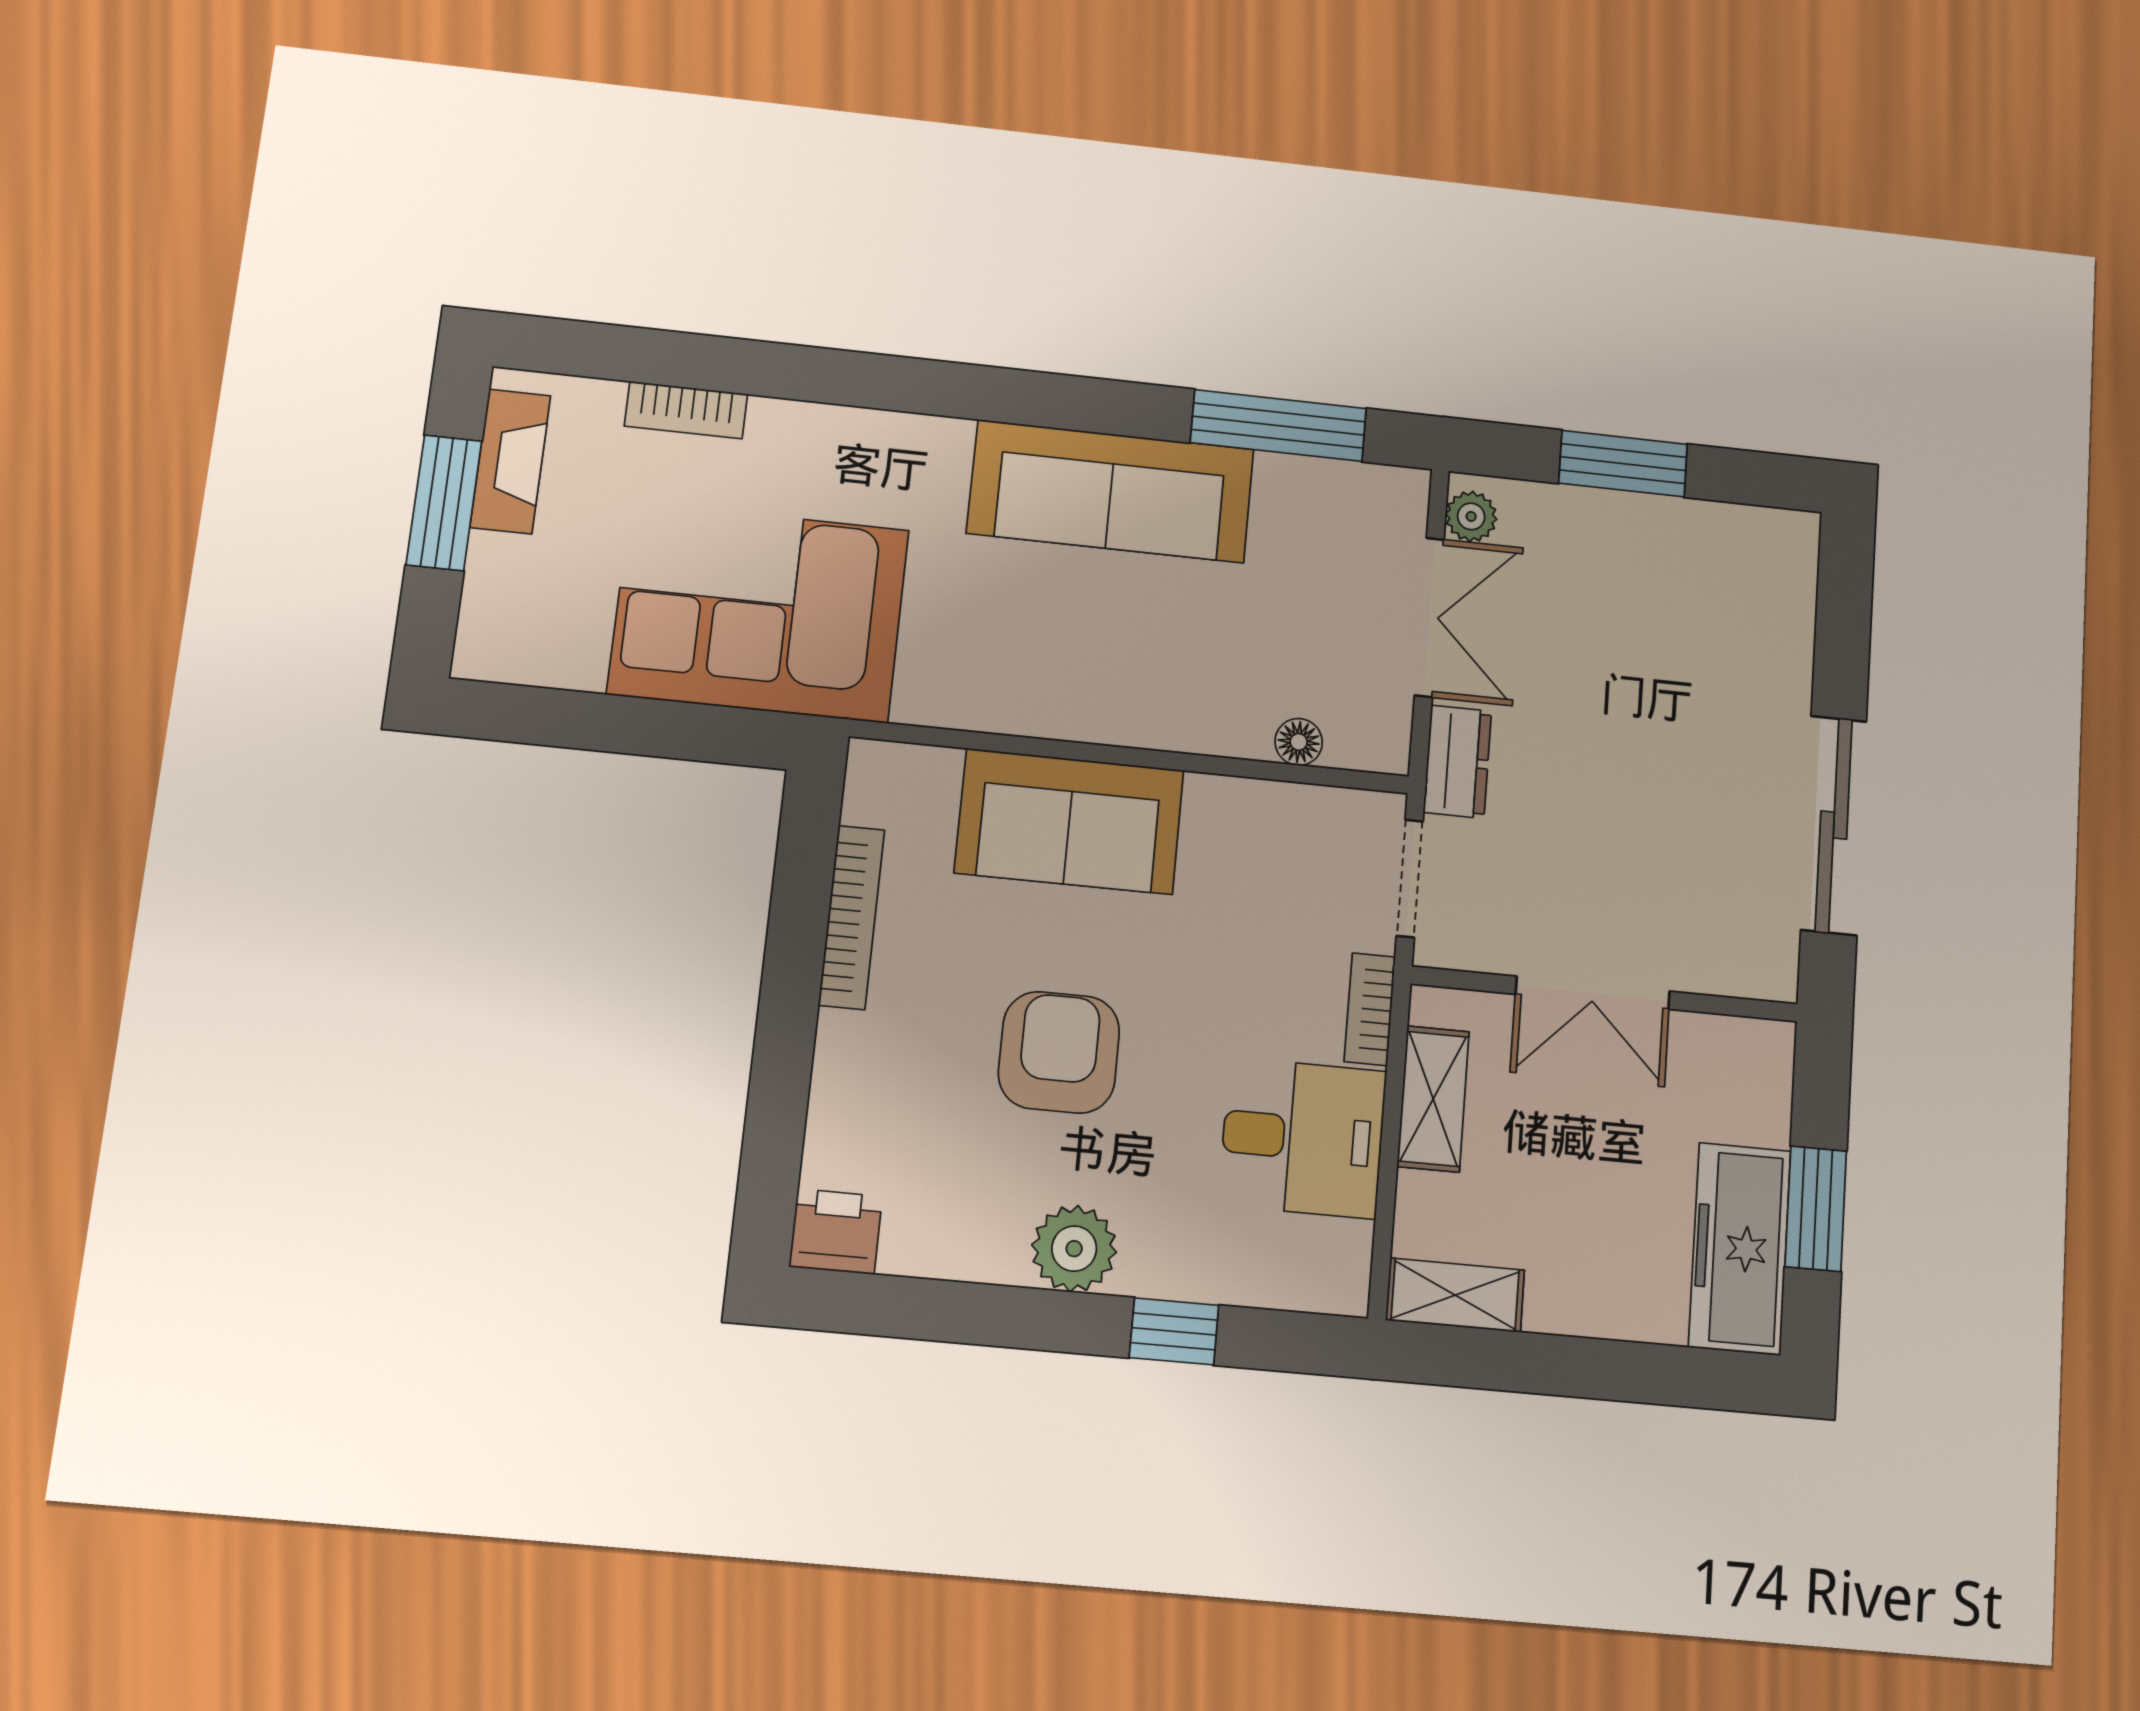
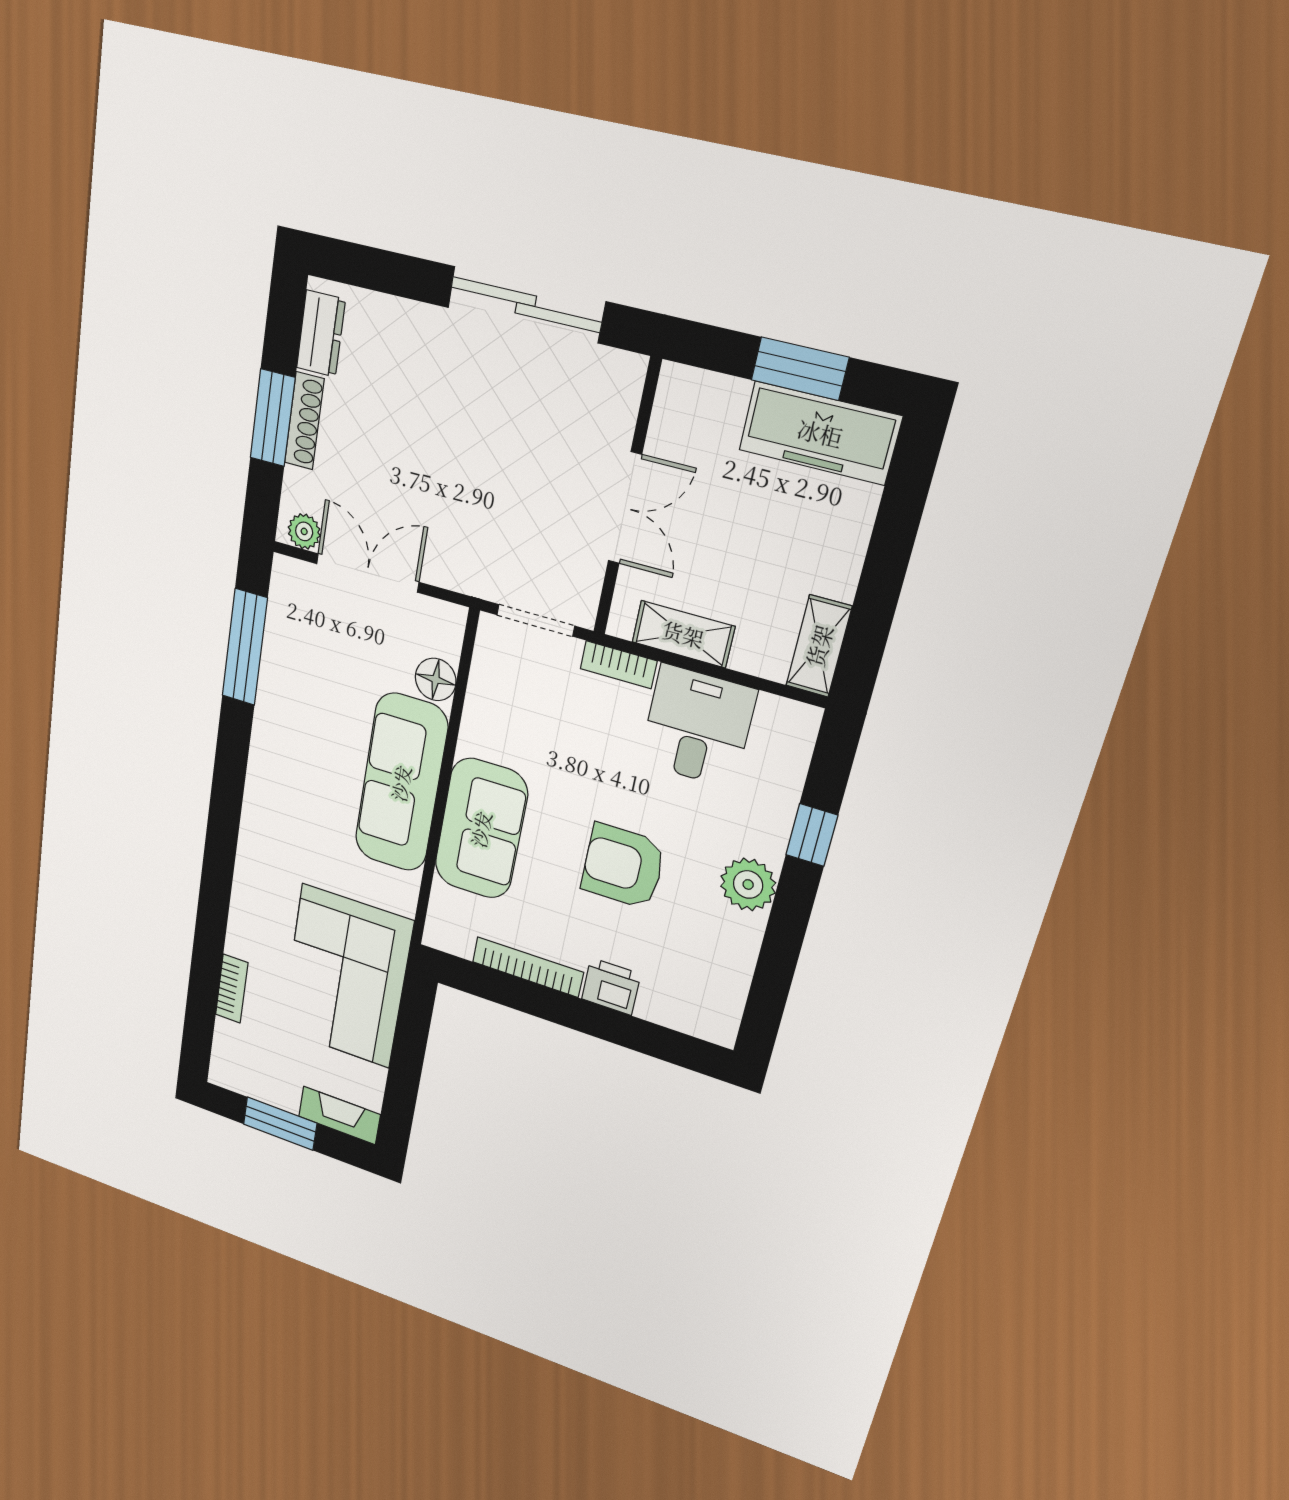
fireplace: (510, 461) -> (339, 1115), moved
sofa: (1111, 491) -> (401, 783), moved, turned 180
shoe rack: (1627, 512) -> (304, 421), added
floor lamp: (1299, 742) -> (436, 679), width x1.37, depth x1.37
dresser: (1457, 762) -> (321, 334), moved, turned 90
printer: (836, 1232) -> (611, 987), moved, turned 90

